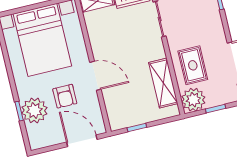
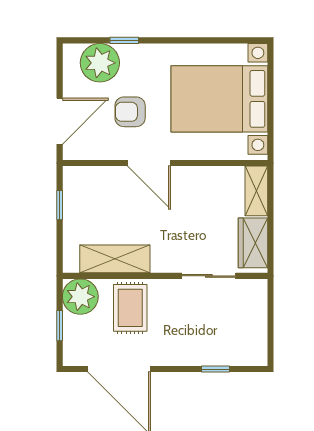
rug: (193, 65) -> (130, 308), turned 90
door: (95, 76) -> (149, 163), hinge flipped
plant: (34, 110) -> (100, 63), moved

